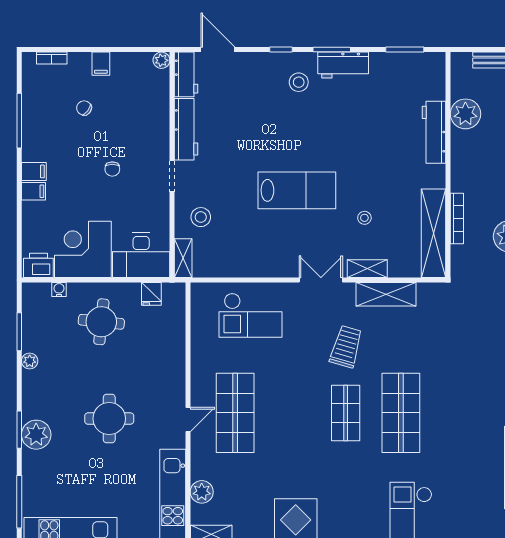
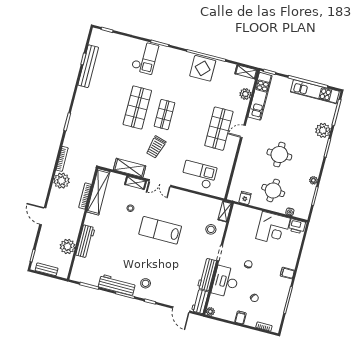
workbench: (343, 65) -> (117, 285), width x1.38
filing cabinet: (34, 191) -> (290, 263), removed
desk: (141, 255) -> (225, 282), moved, turned -90
round table: (109, 419) -> (279, 155), moved
plant: (36, 435) -> (323, 130), moved

